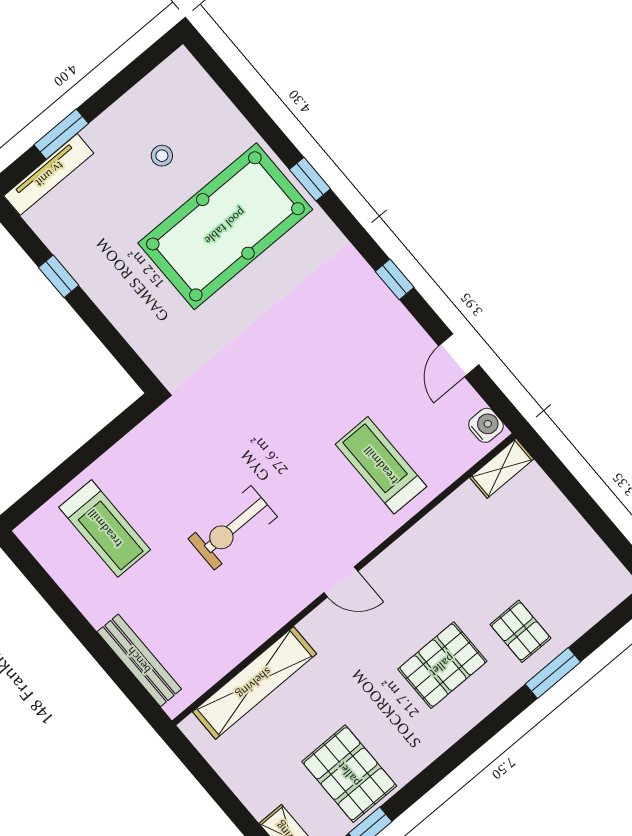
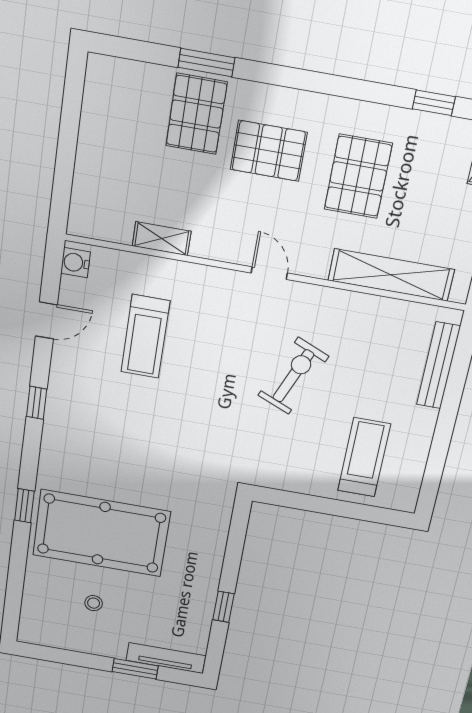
treadmill: (381, 465) -> (145, 337), moved
shelving: (502, 468) -> (162, 239), moved
exercise bike: (233, 528) -> (293, 376), turned -67
pallet: (520, 631) -> (196, 114), width x1.50, depth x1.42
pallet: (349, 774) -> (358, 176), moved

